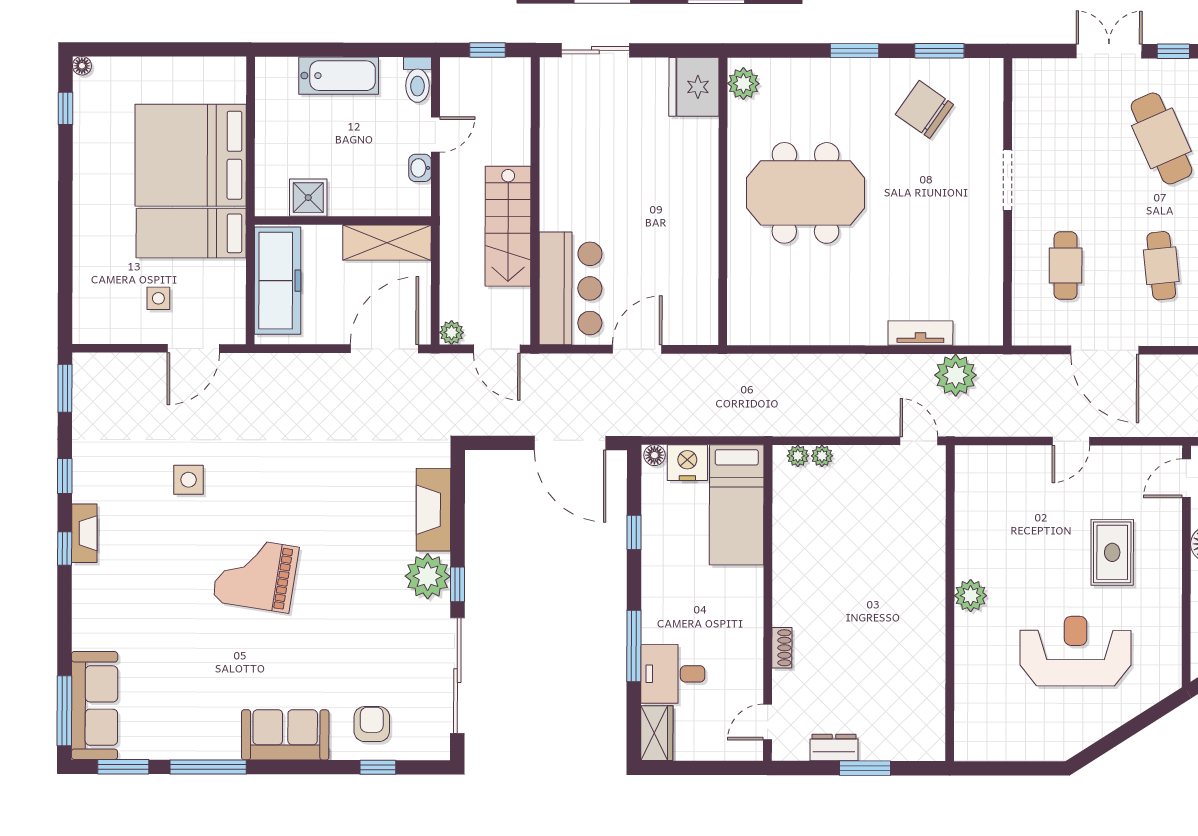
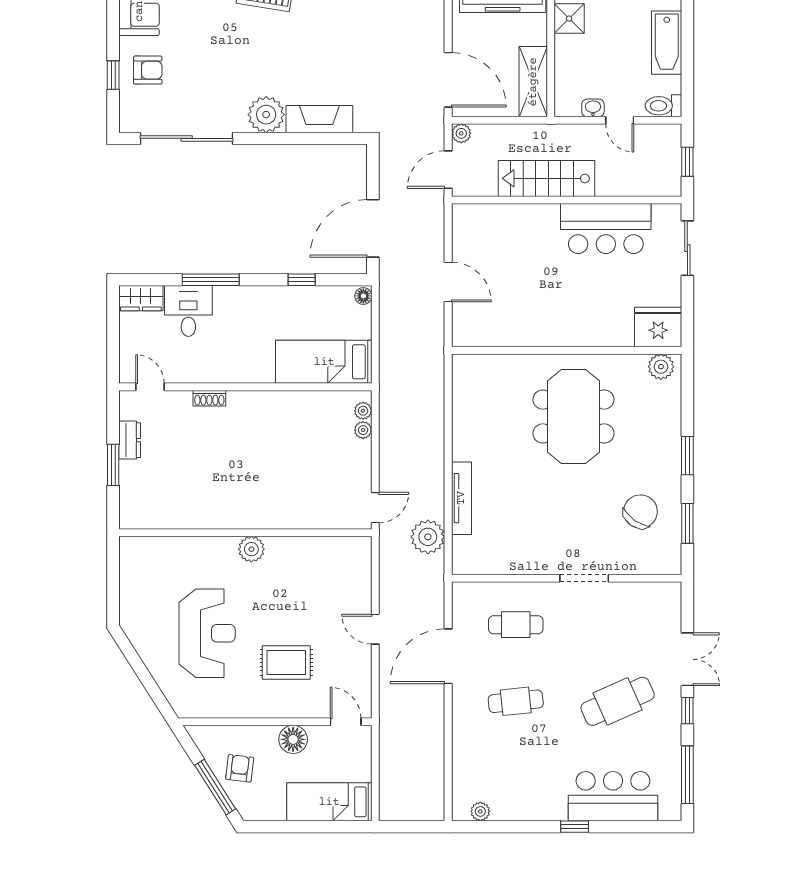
bar counter: (570, 288) -> (606, 229), moved
tv unit: (920, 333) -> (461, 498), width x1.41
nightstand: (687, 463) -> (357, 322), removed
window: (457, 584) -> (260, 138), removed

